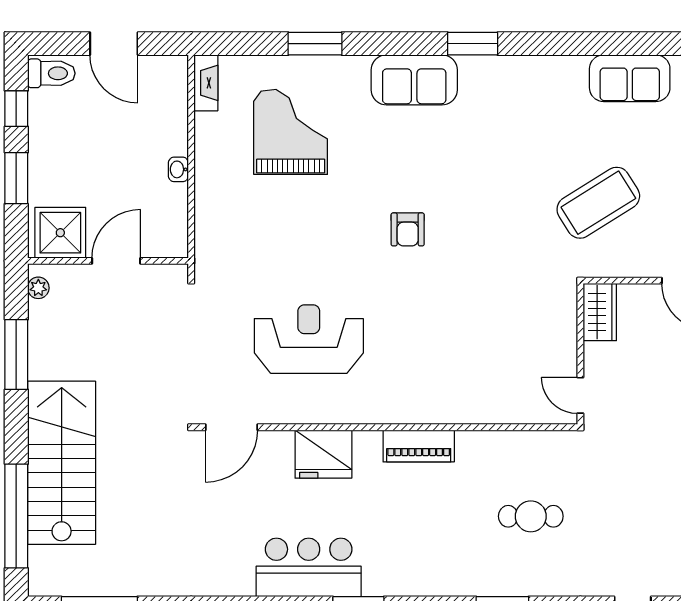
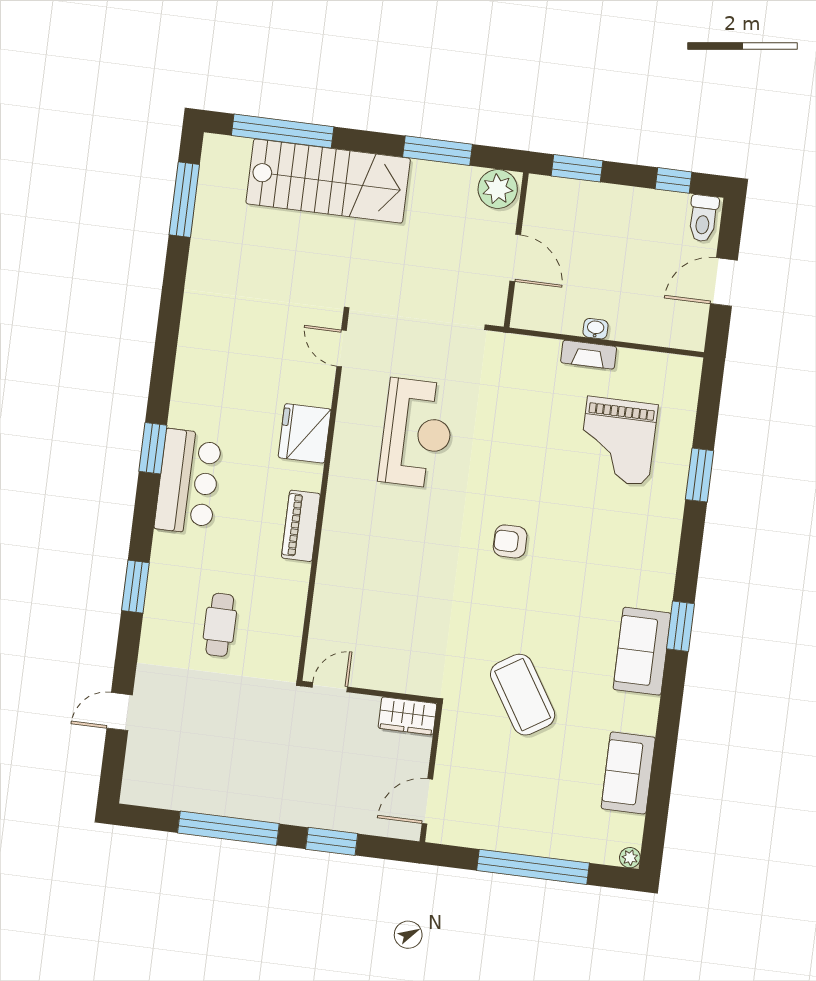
sofa: (414, 80) -> (642, 651), moved
fireplace: (206, 83) -> (589, 355), moved
grand piano: (291, 132) -> (618, 441), turned 90
window: (16, 178) -> (577, 168), moved
coffee table: (598, 203) -> (523, 695), moved
shower: (60, 233) -> (549, 208), removed
plant: (38, 288) -> (498, 189), width x1.88, depth x1.88
door: (231, 427) -> (342, 348), width x0.73
bar counter: (309, 567) -> (188, 482), moved

